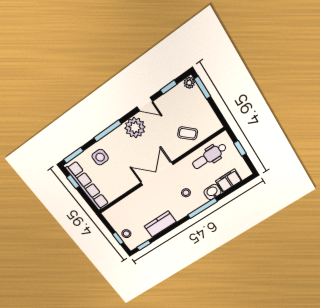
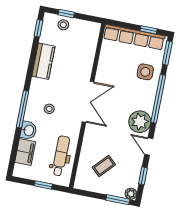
door: (145, 104) -> (149, 147), hinge flipped
window: (108, 131) -> (158, 99), width x1.46
coffee table: (188, 133) -> (104, 166), moved

